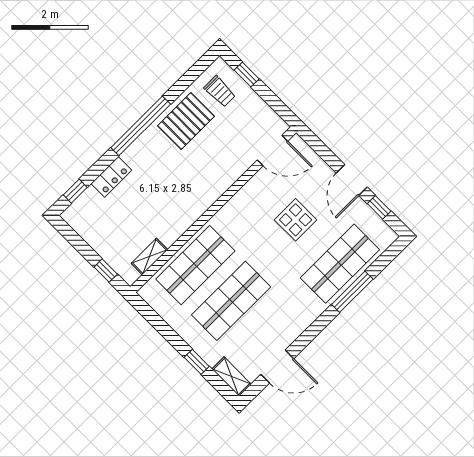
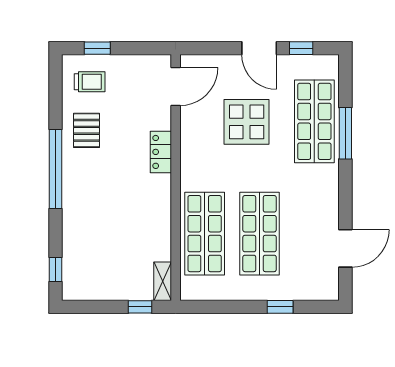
pallet: (186, 121) -> (87, 130), width x0.67, depth x0.71
locker: (111, 177) -> (161, 152), moved, turned 180
display table: (296, 220) -> (247, 122), width x1.36, depth x1.36
shelving: (149, 256) -> (163, 281), moved
shelving: (231, 376) -> (318, 291), removed

